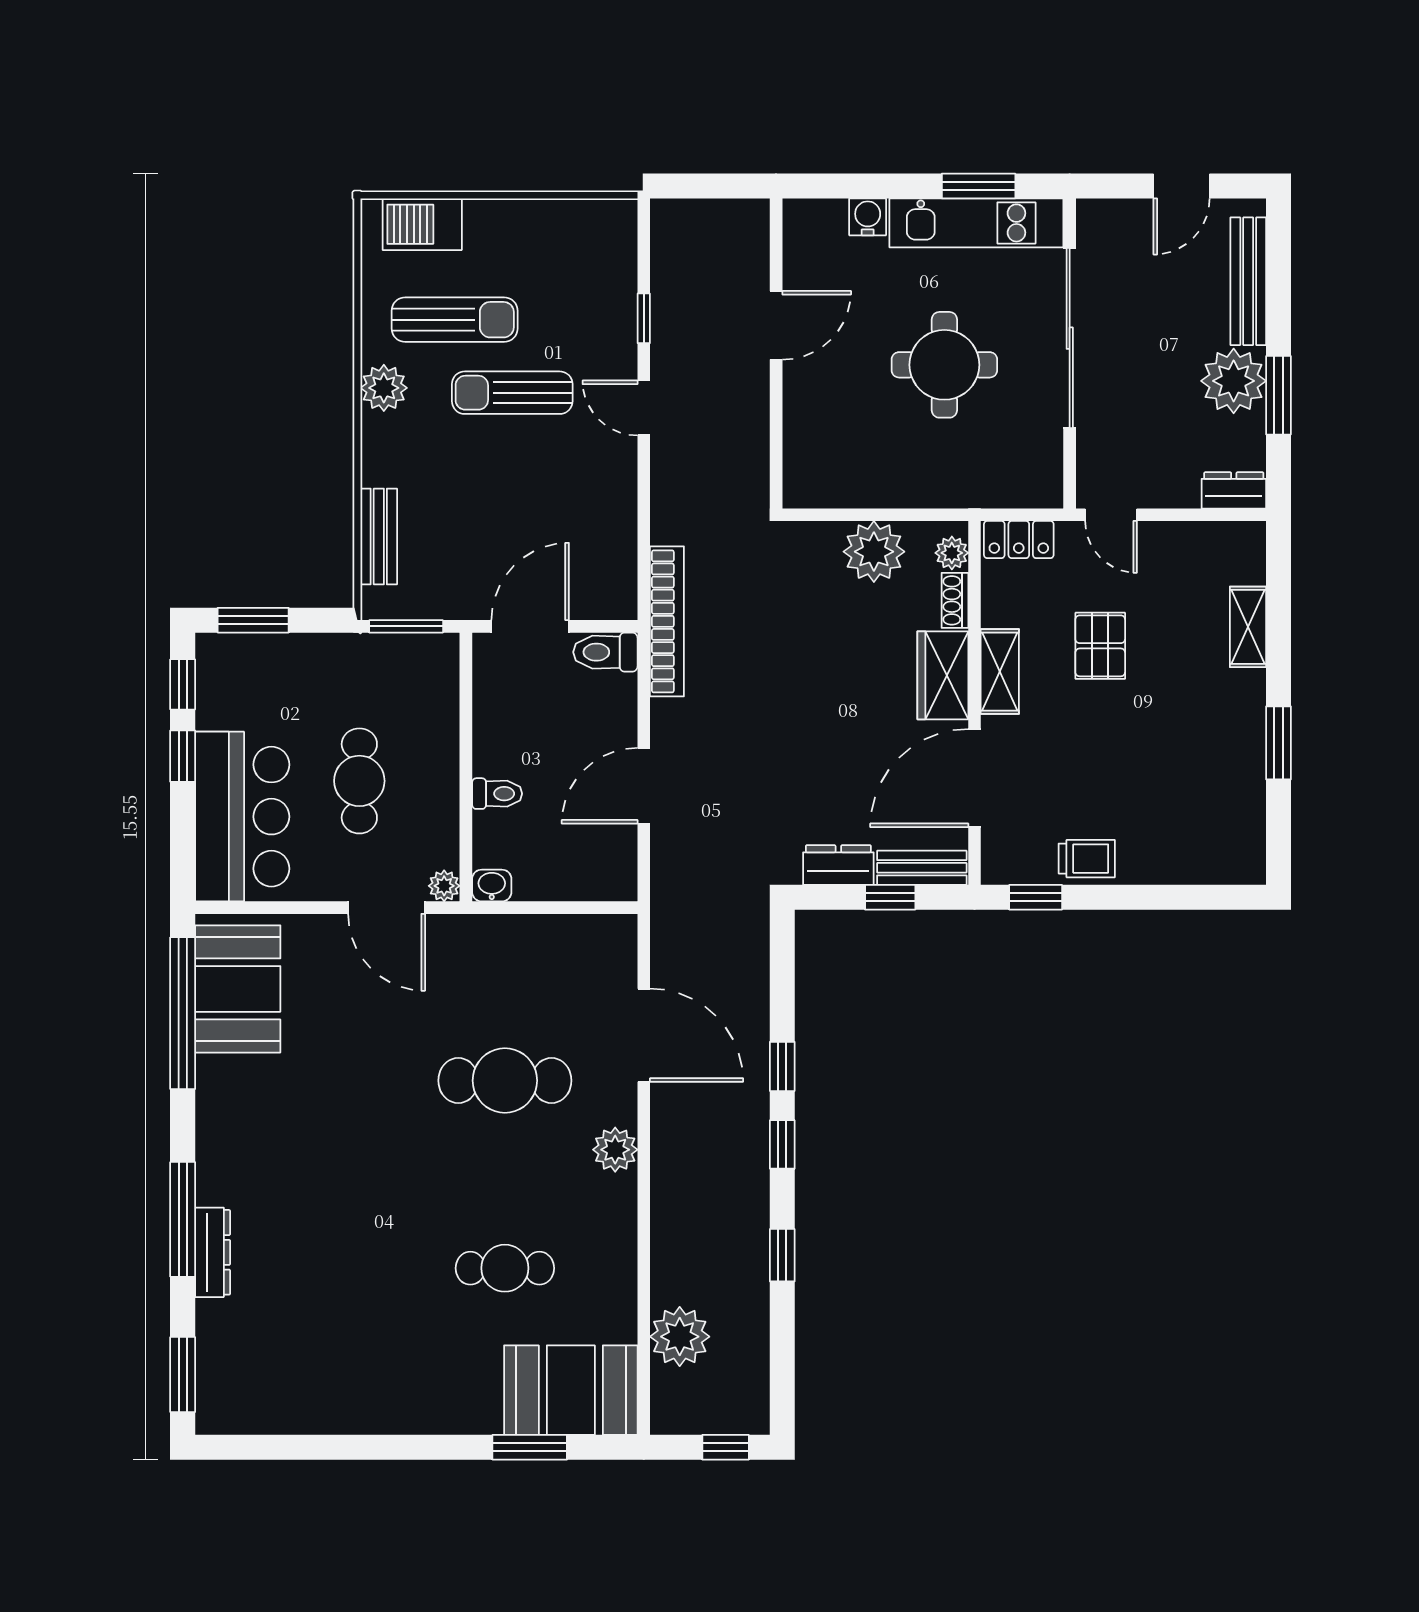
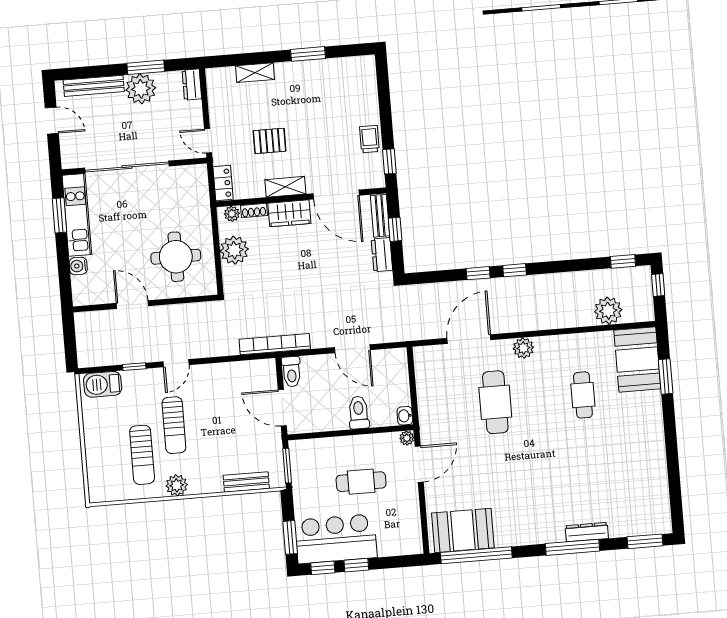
barbecue: (422, 224) -> (103, 384), moved, turned 90
sun lounger: (455, 320) -> (142, 455), turned 180
round table: (944, 365) -> (176, 257), moved
door: (1111, 515) -> (208, 141), swing flipped
toilet: (497, 794) -> (359, 413), width x1.37, depth x1.39
bar counter: (242, 817) -> (336, 539), moved
window: (782, 1255) -> (623, 261), moved

